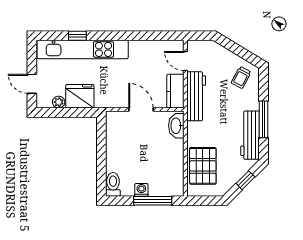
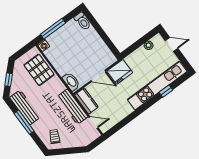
fridge: (80, 96) -> (120, 72), moved
washing machine: (141, 190) -> (43, 45), moved

